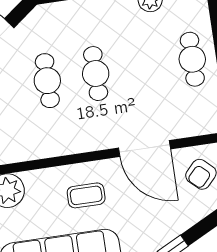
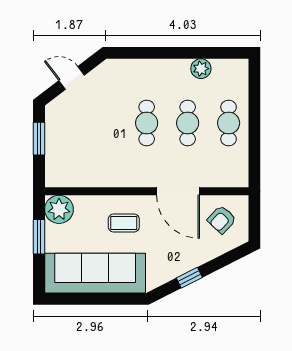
cafe table: (47, 81) -> (188, 123), moved

